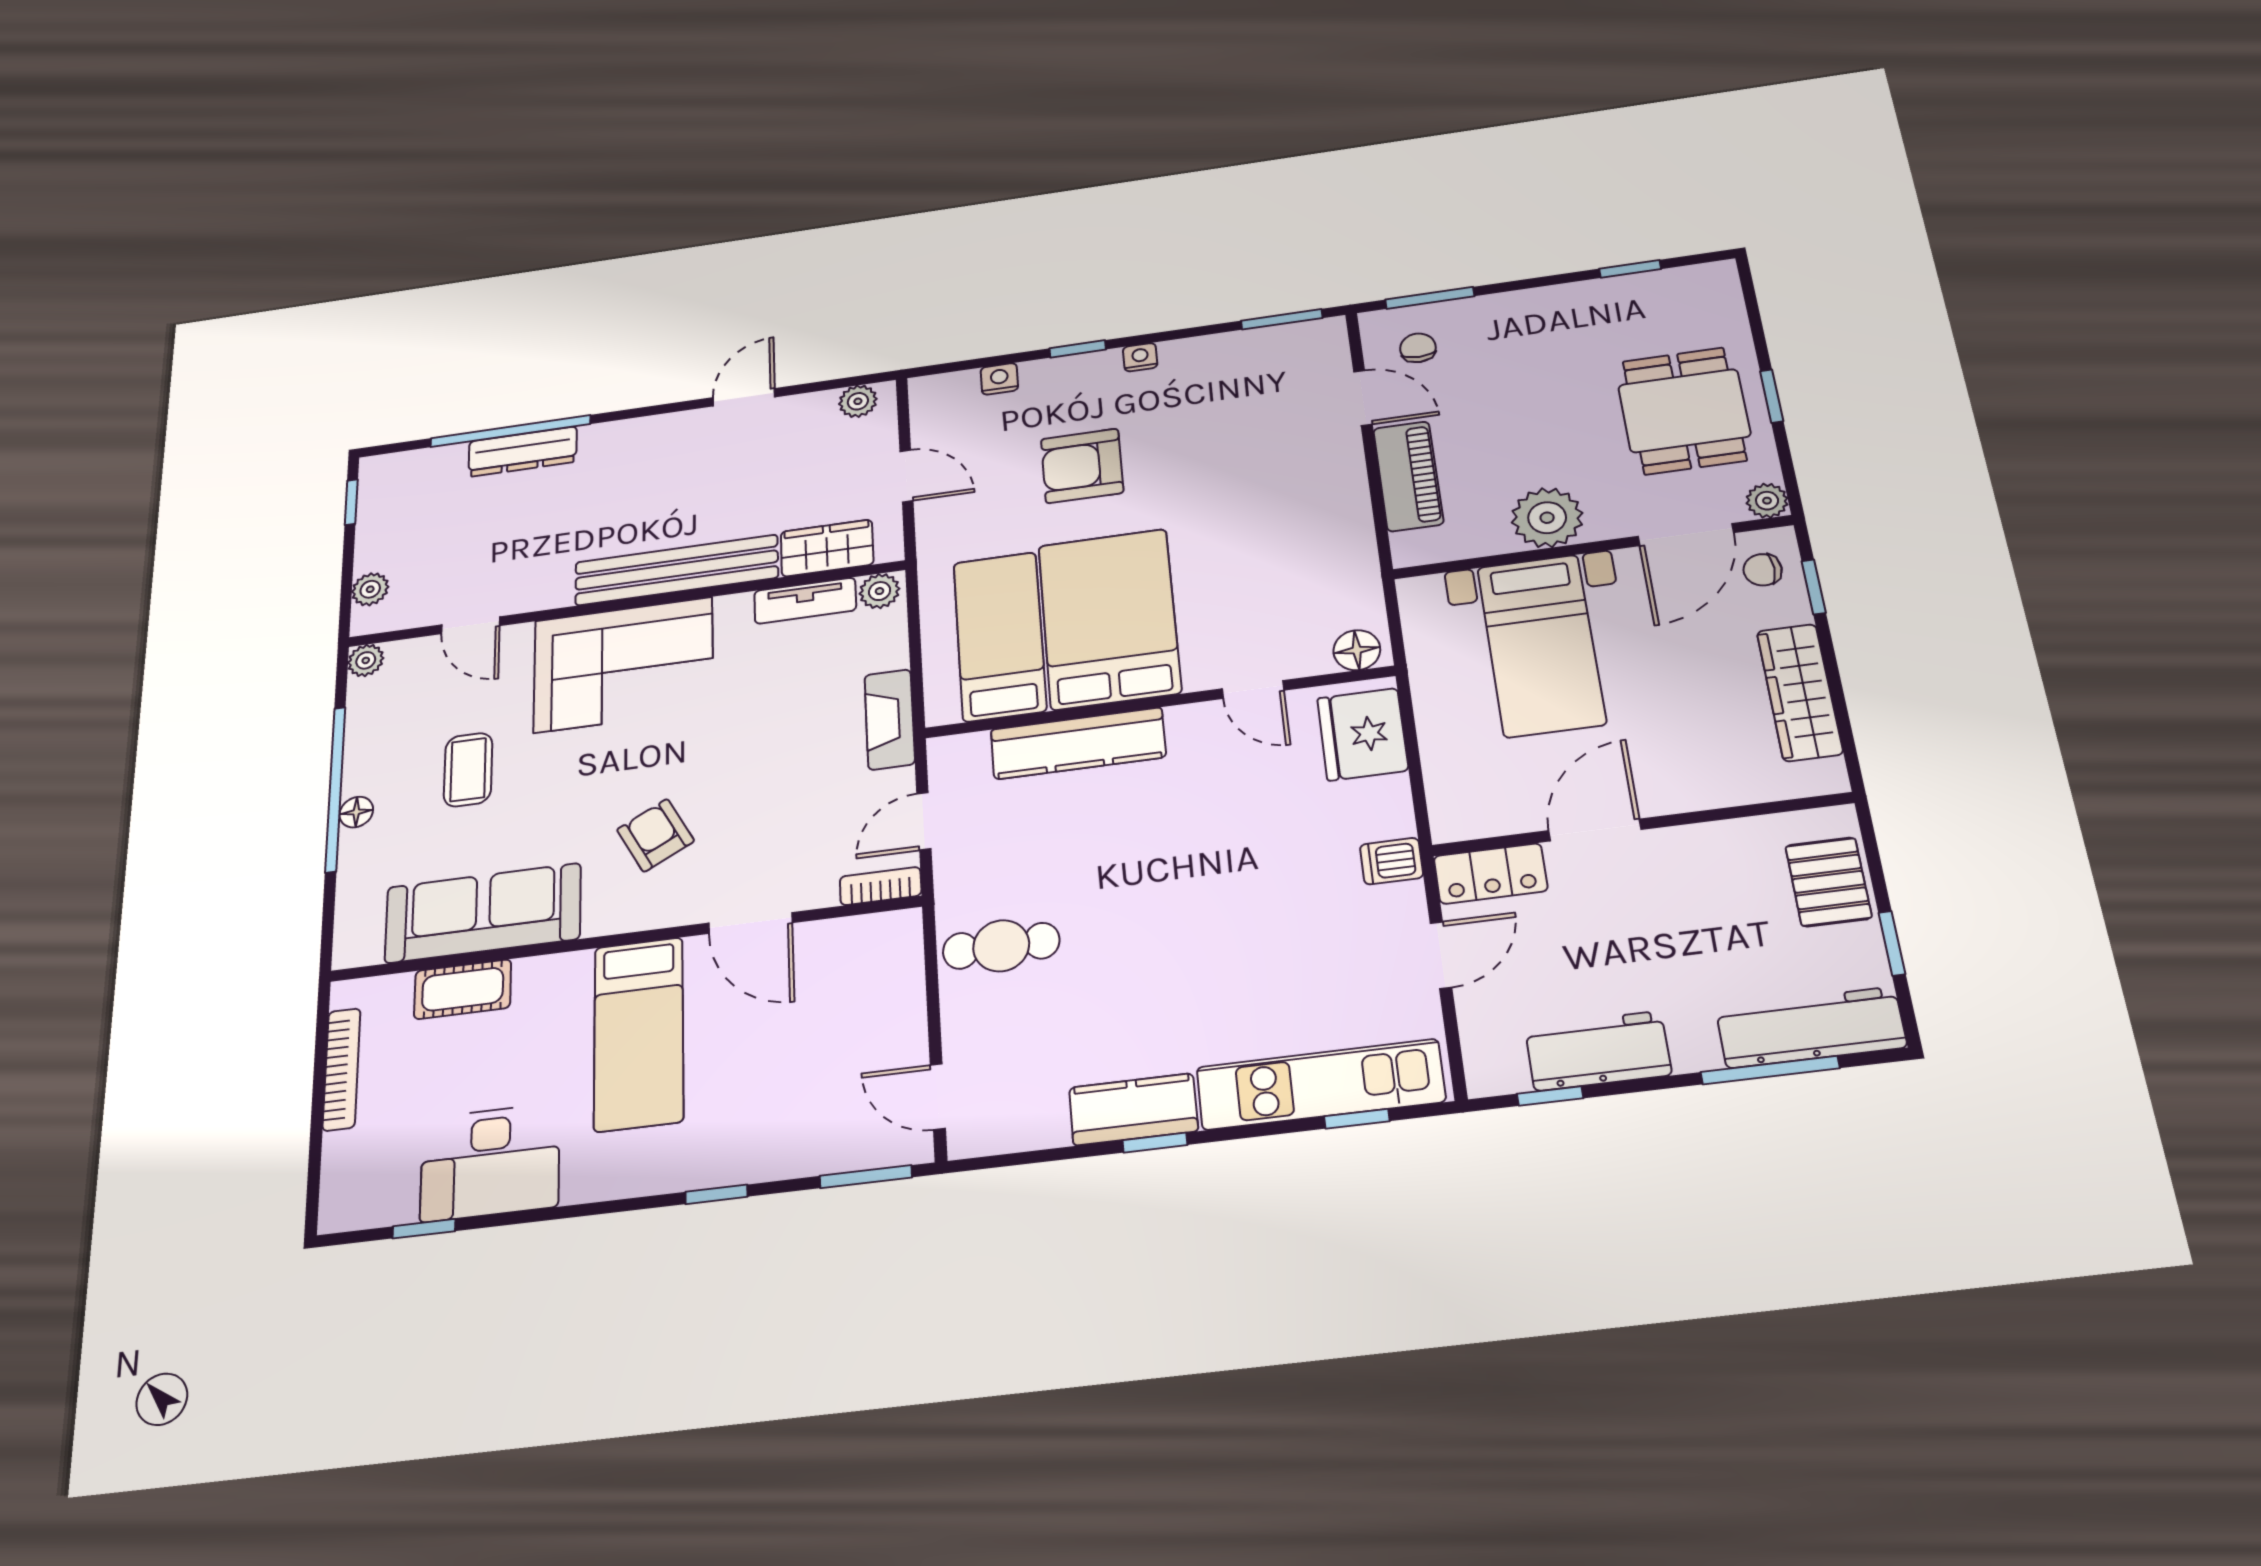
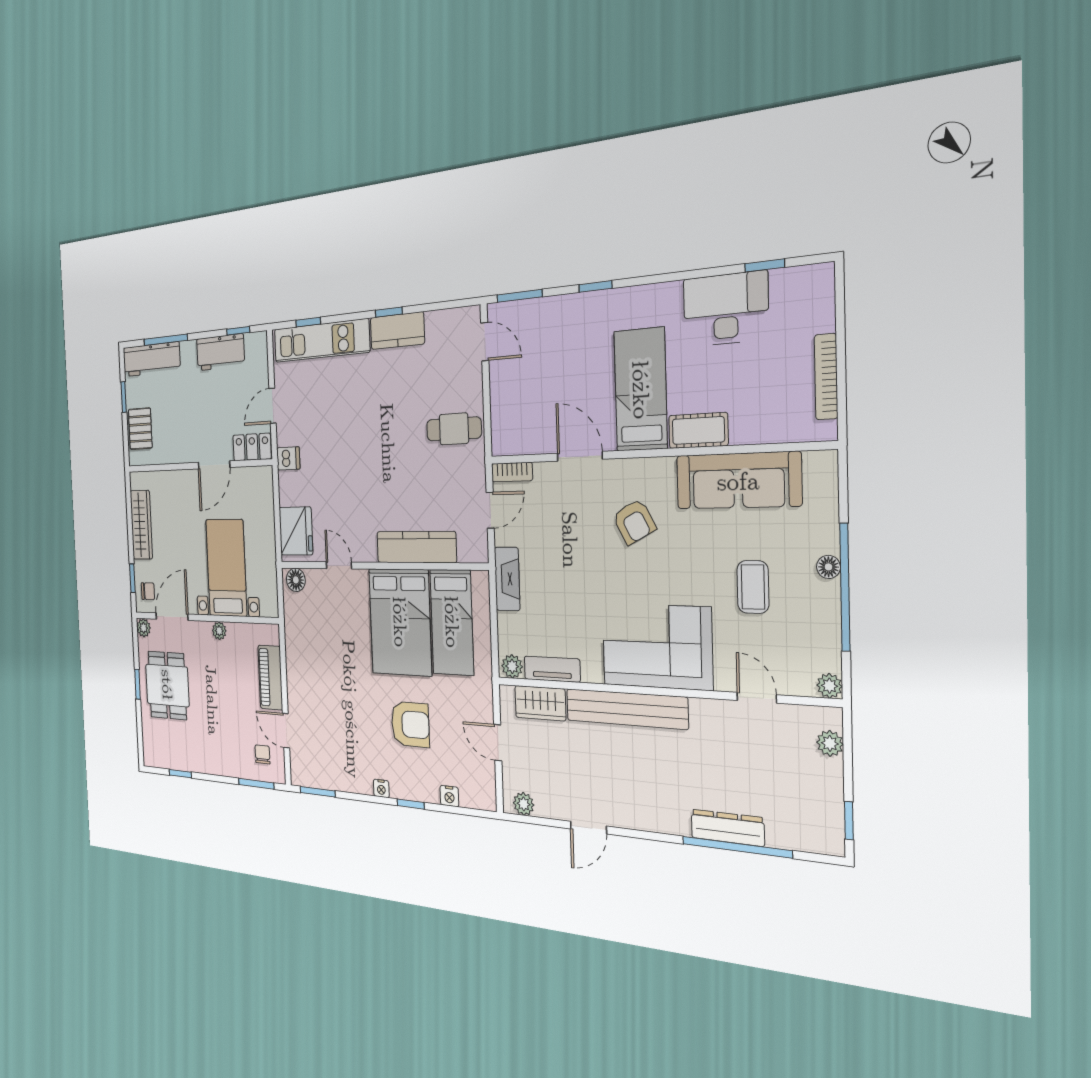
chair: (1418, 348) -> (262, 754), turned 180
plant: (1547, 518) -> (219, 631), width x0.53, depth x0.53
cot: (463, 989) -> (698, 430), moved

